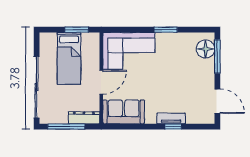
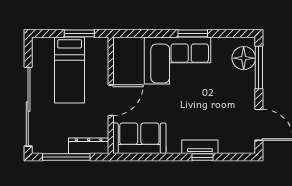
corner sofa: (129, 51) -> (177, 60), moved

